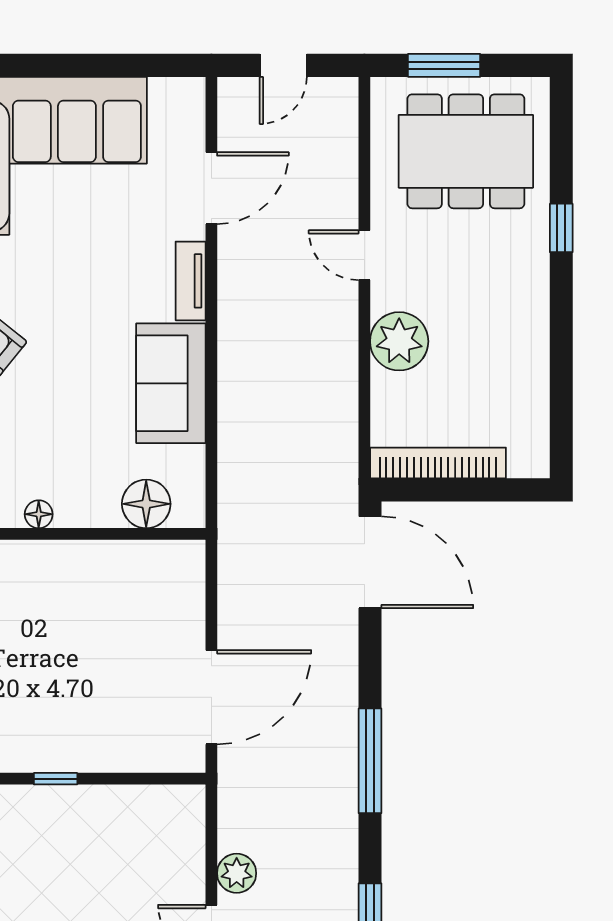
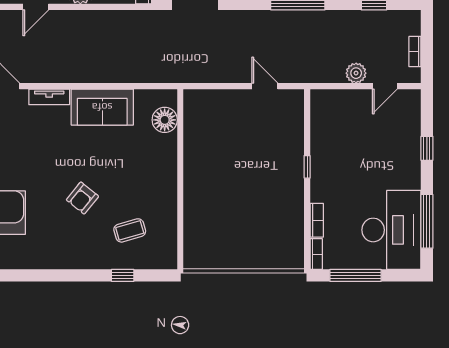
floor lamp: (39, 514) -> (170, 176), removed
door: (211, 697) -> (265, 86), width x0.53

